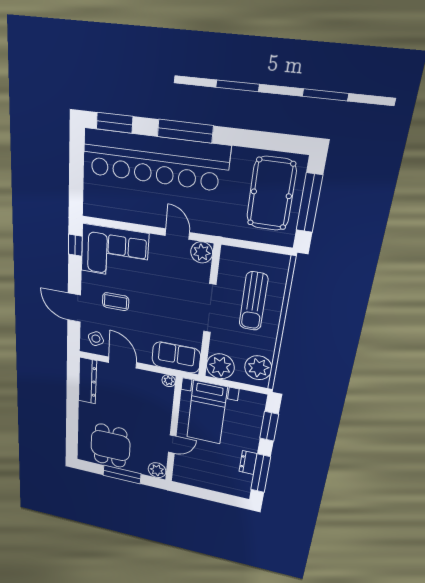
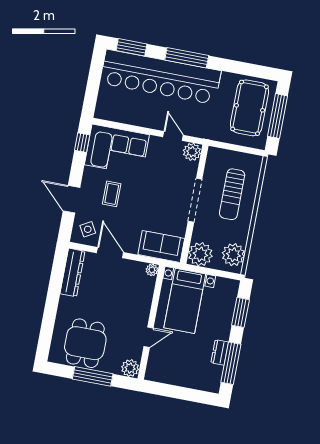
coffee table: (116, 302) -> (112, 194), turned 90

